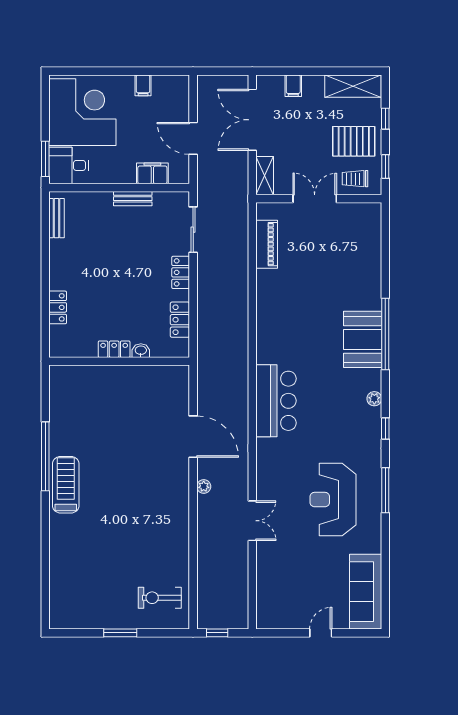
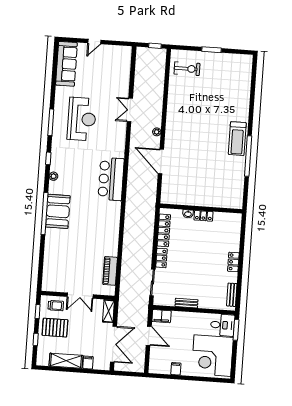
shelving: (353, 86) -> (66, 361), moved
filing cabinet: (152, 173) -> (162, 316), moved
locker: (58, 307) -> (233, 262), moved
locker: (180, 320) -> (164, 230), width x1.53

